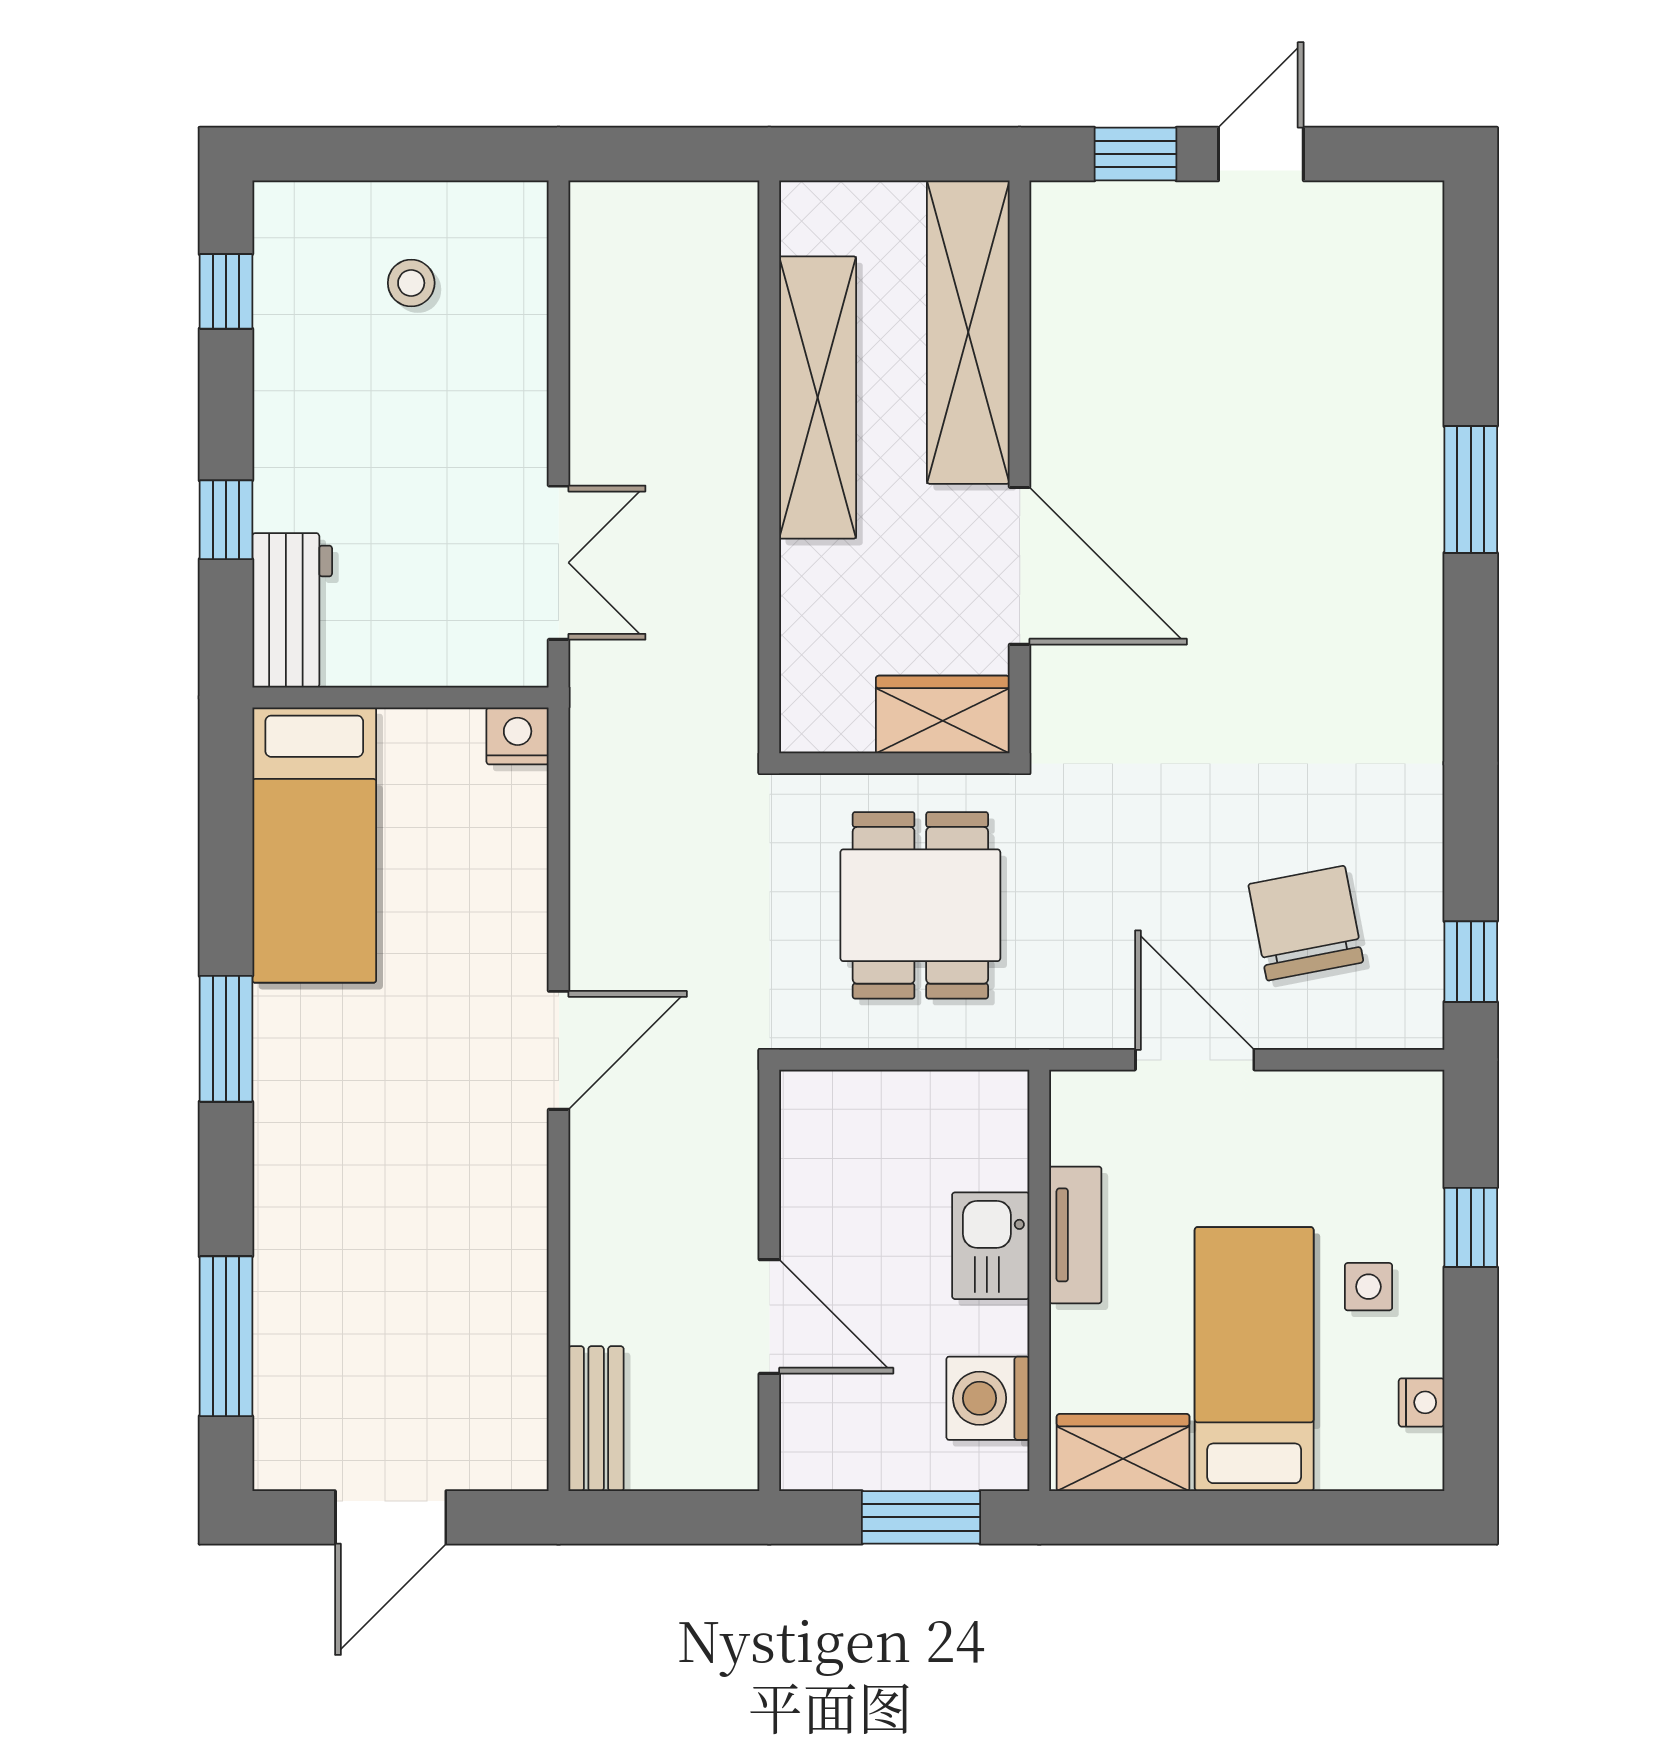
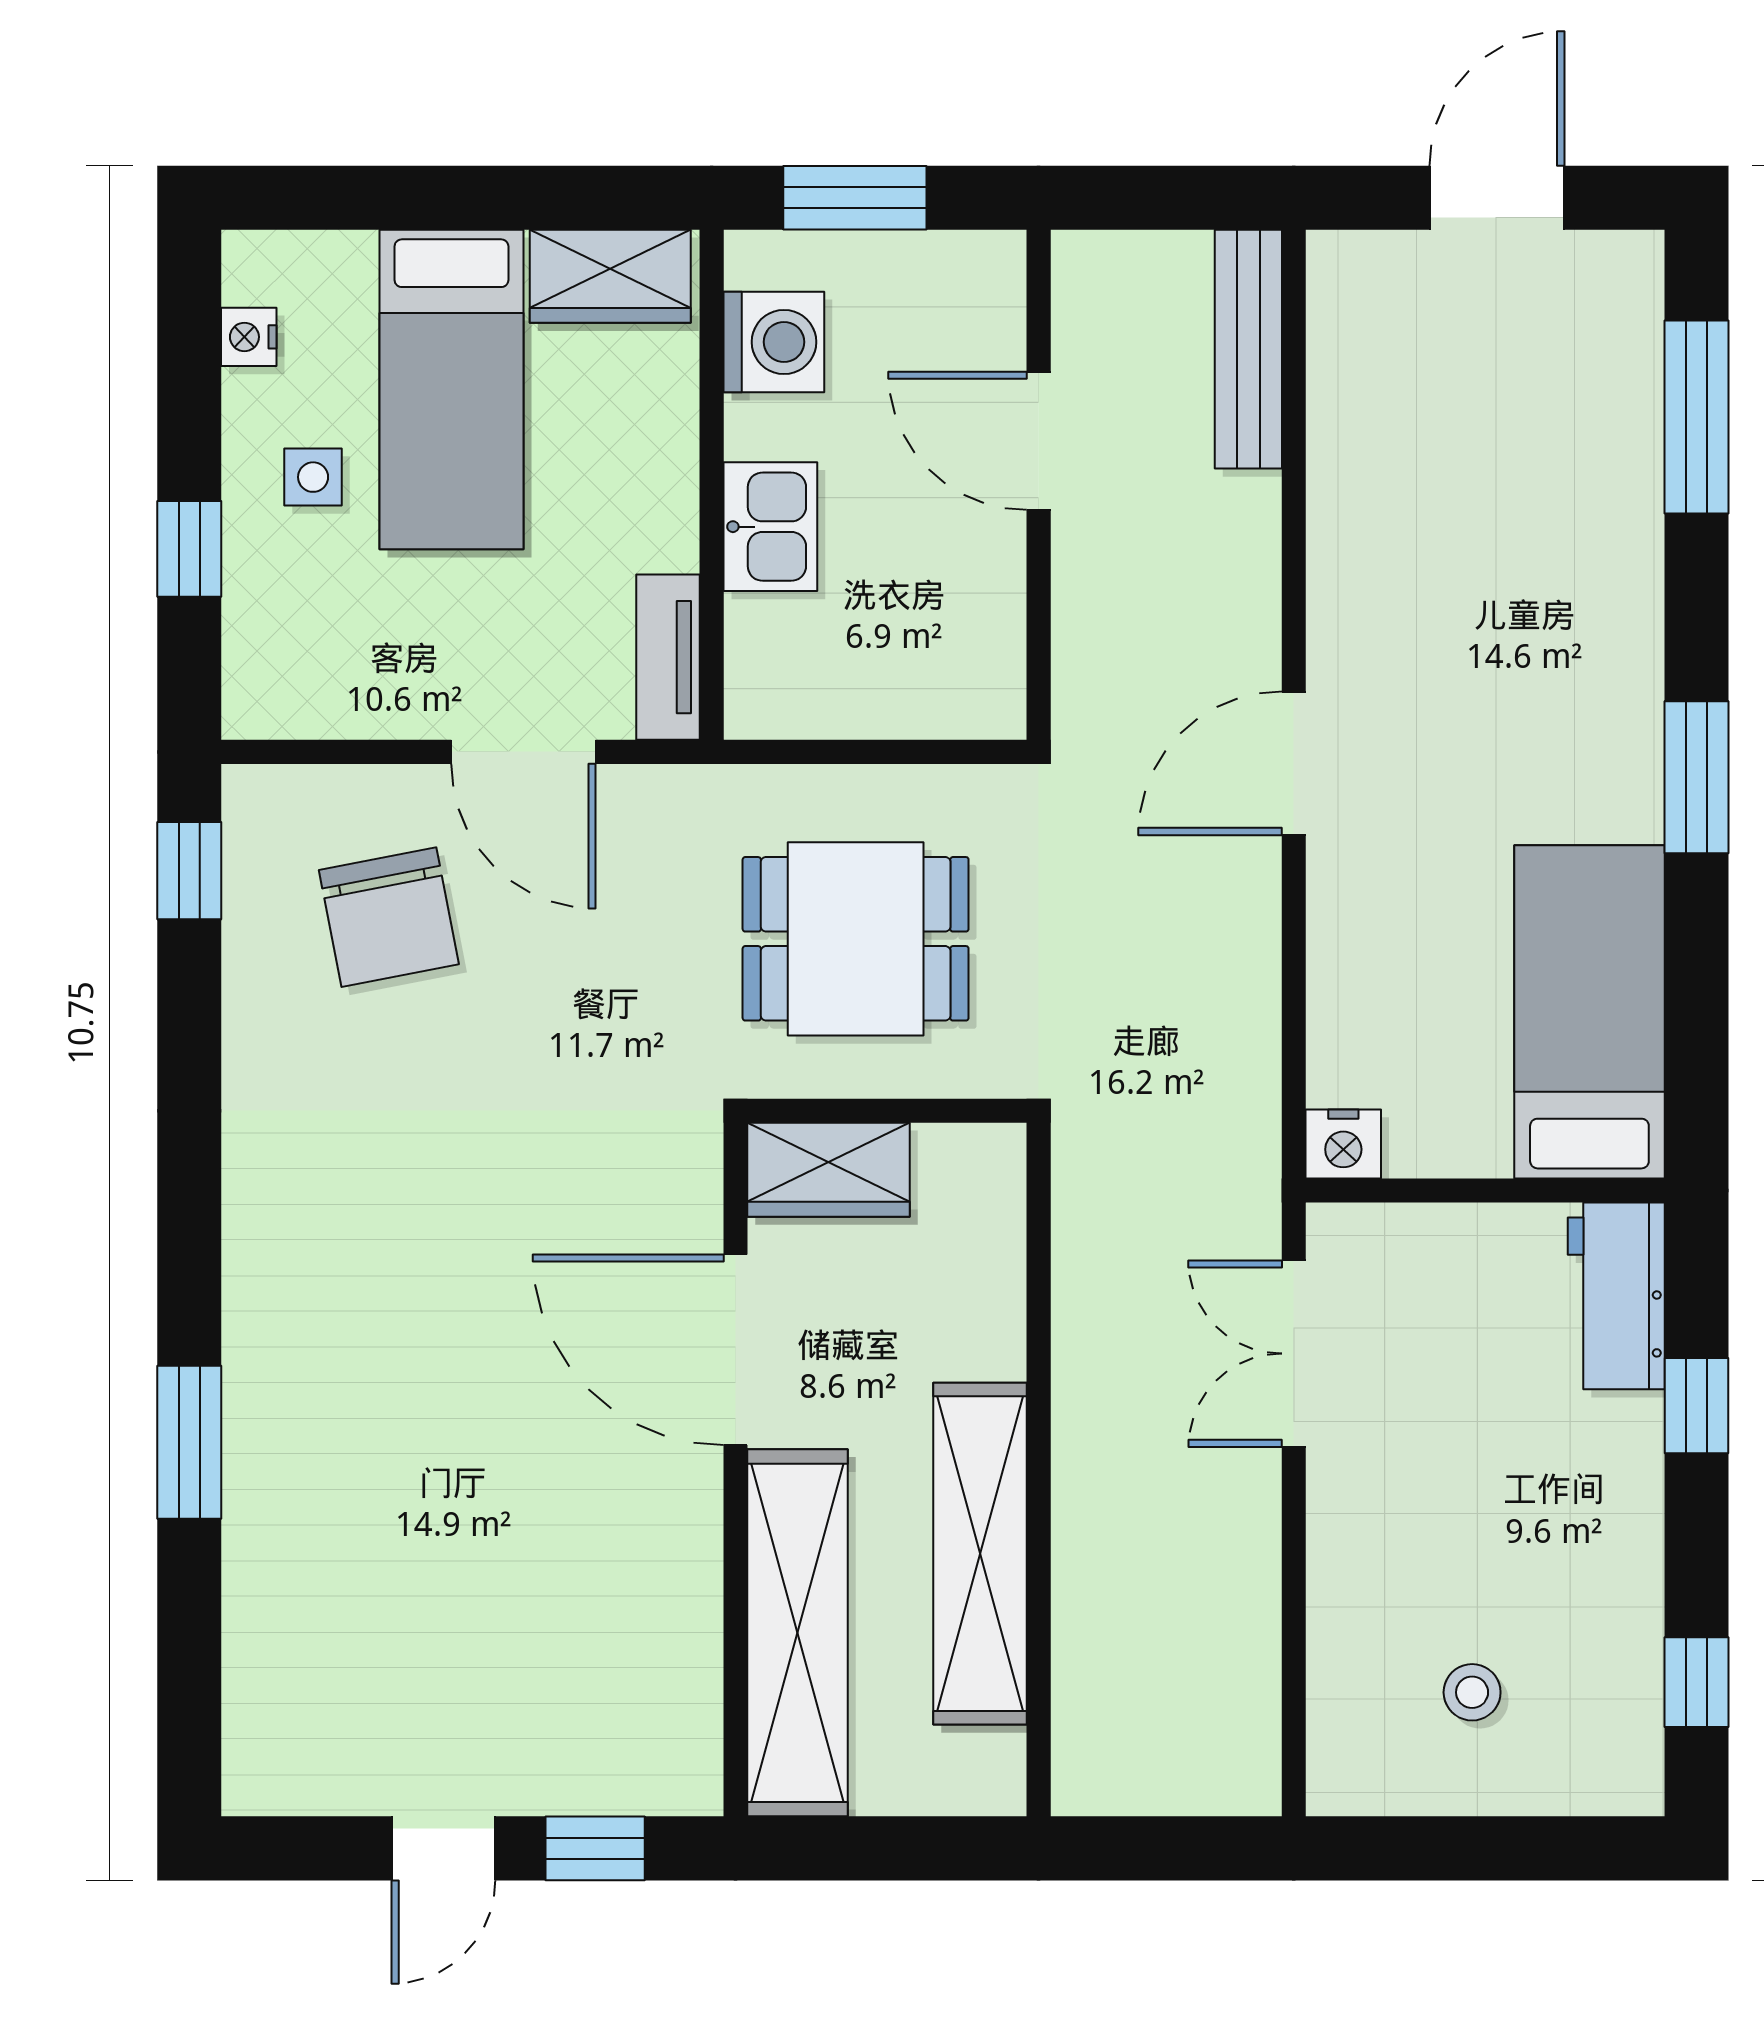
dining table: (920, 905) -> (856, 939), turned 90
tv unit: (1075, 1235) -> (668, 657), moved
bench: (596, 1419) -> (1248, 349), width x1.36

